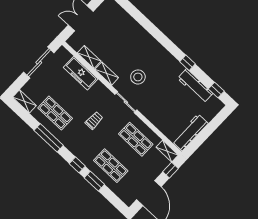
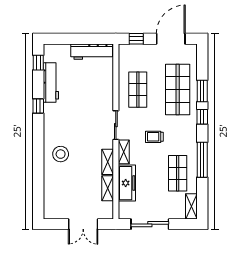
stool: (138, 77) -> (61, 154), moved
shelving: (167, 151) -> (124, 152), moved
shop shelf: (111, 166) -> (178, 90), width x1.43, depth x1.36

